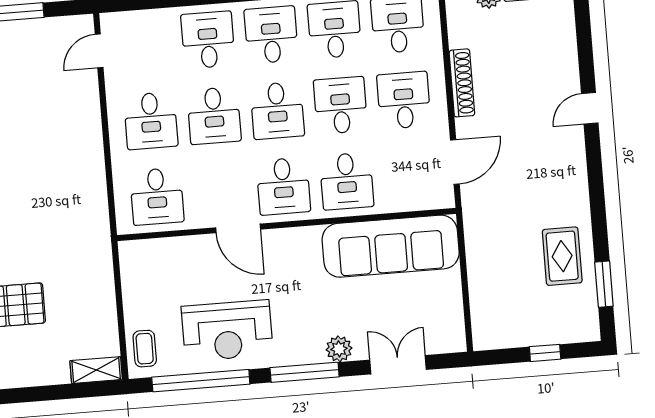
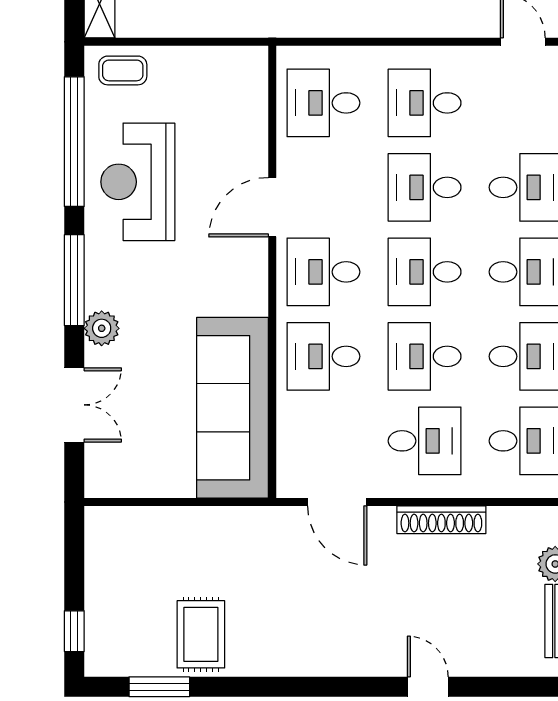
desk: (341, 105) -> (425, 356), turned 180
door: (590, 108) -> (428, 687), moved
rug: (562, 256) -> (201, 634), turned 90
window: (545, 353) -> (74, 631), moved

